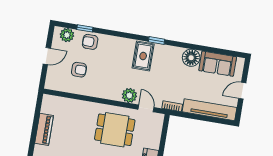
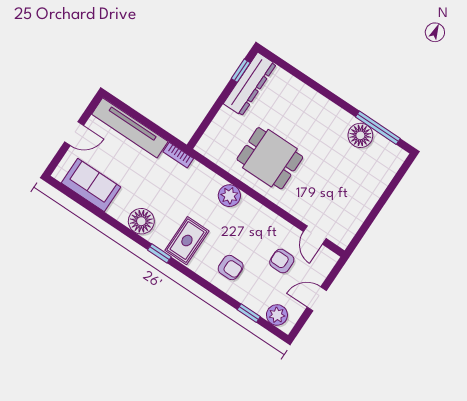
armchair: (90, 42) -> (231, 267), moved
floor lamp: (191, 58) -> (141, 221), moved
door: (146, 108) -> (315, 235), moved
piano: (44, 129) -> (365, 202), removed

